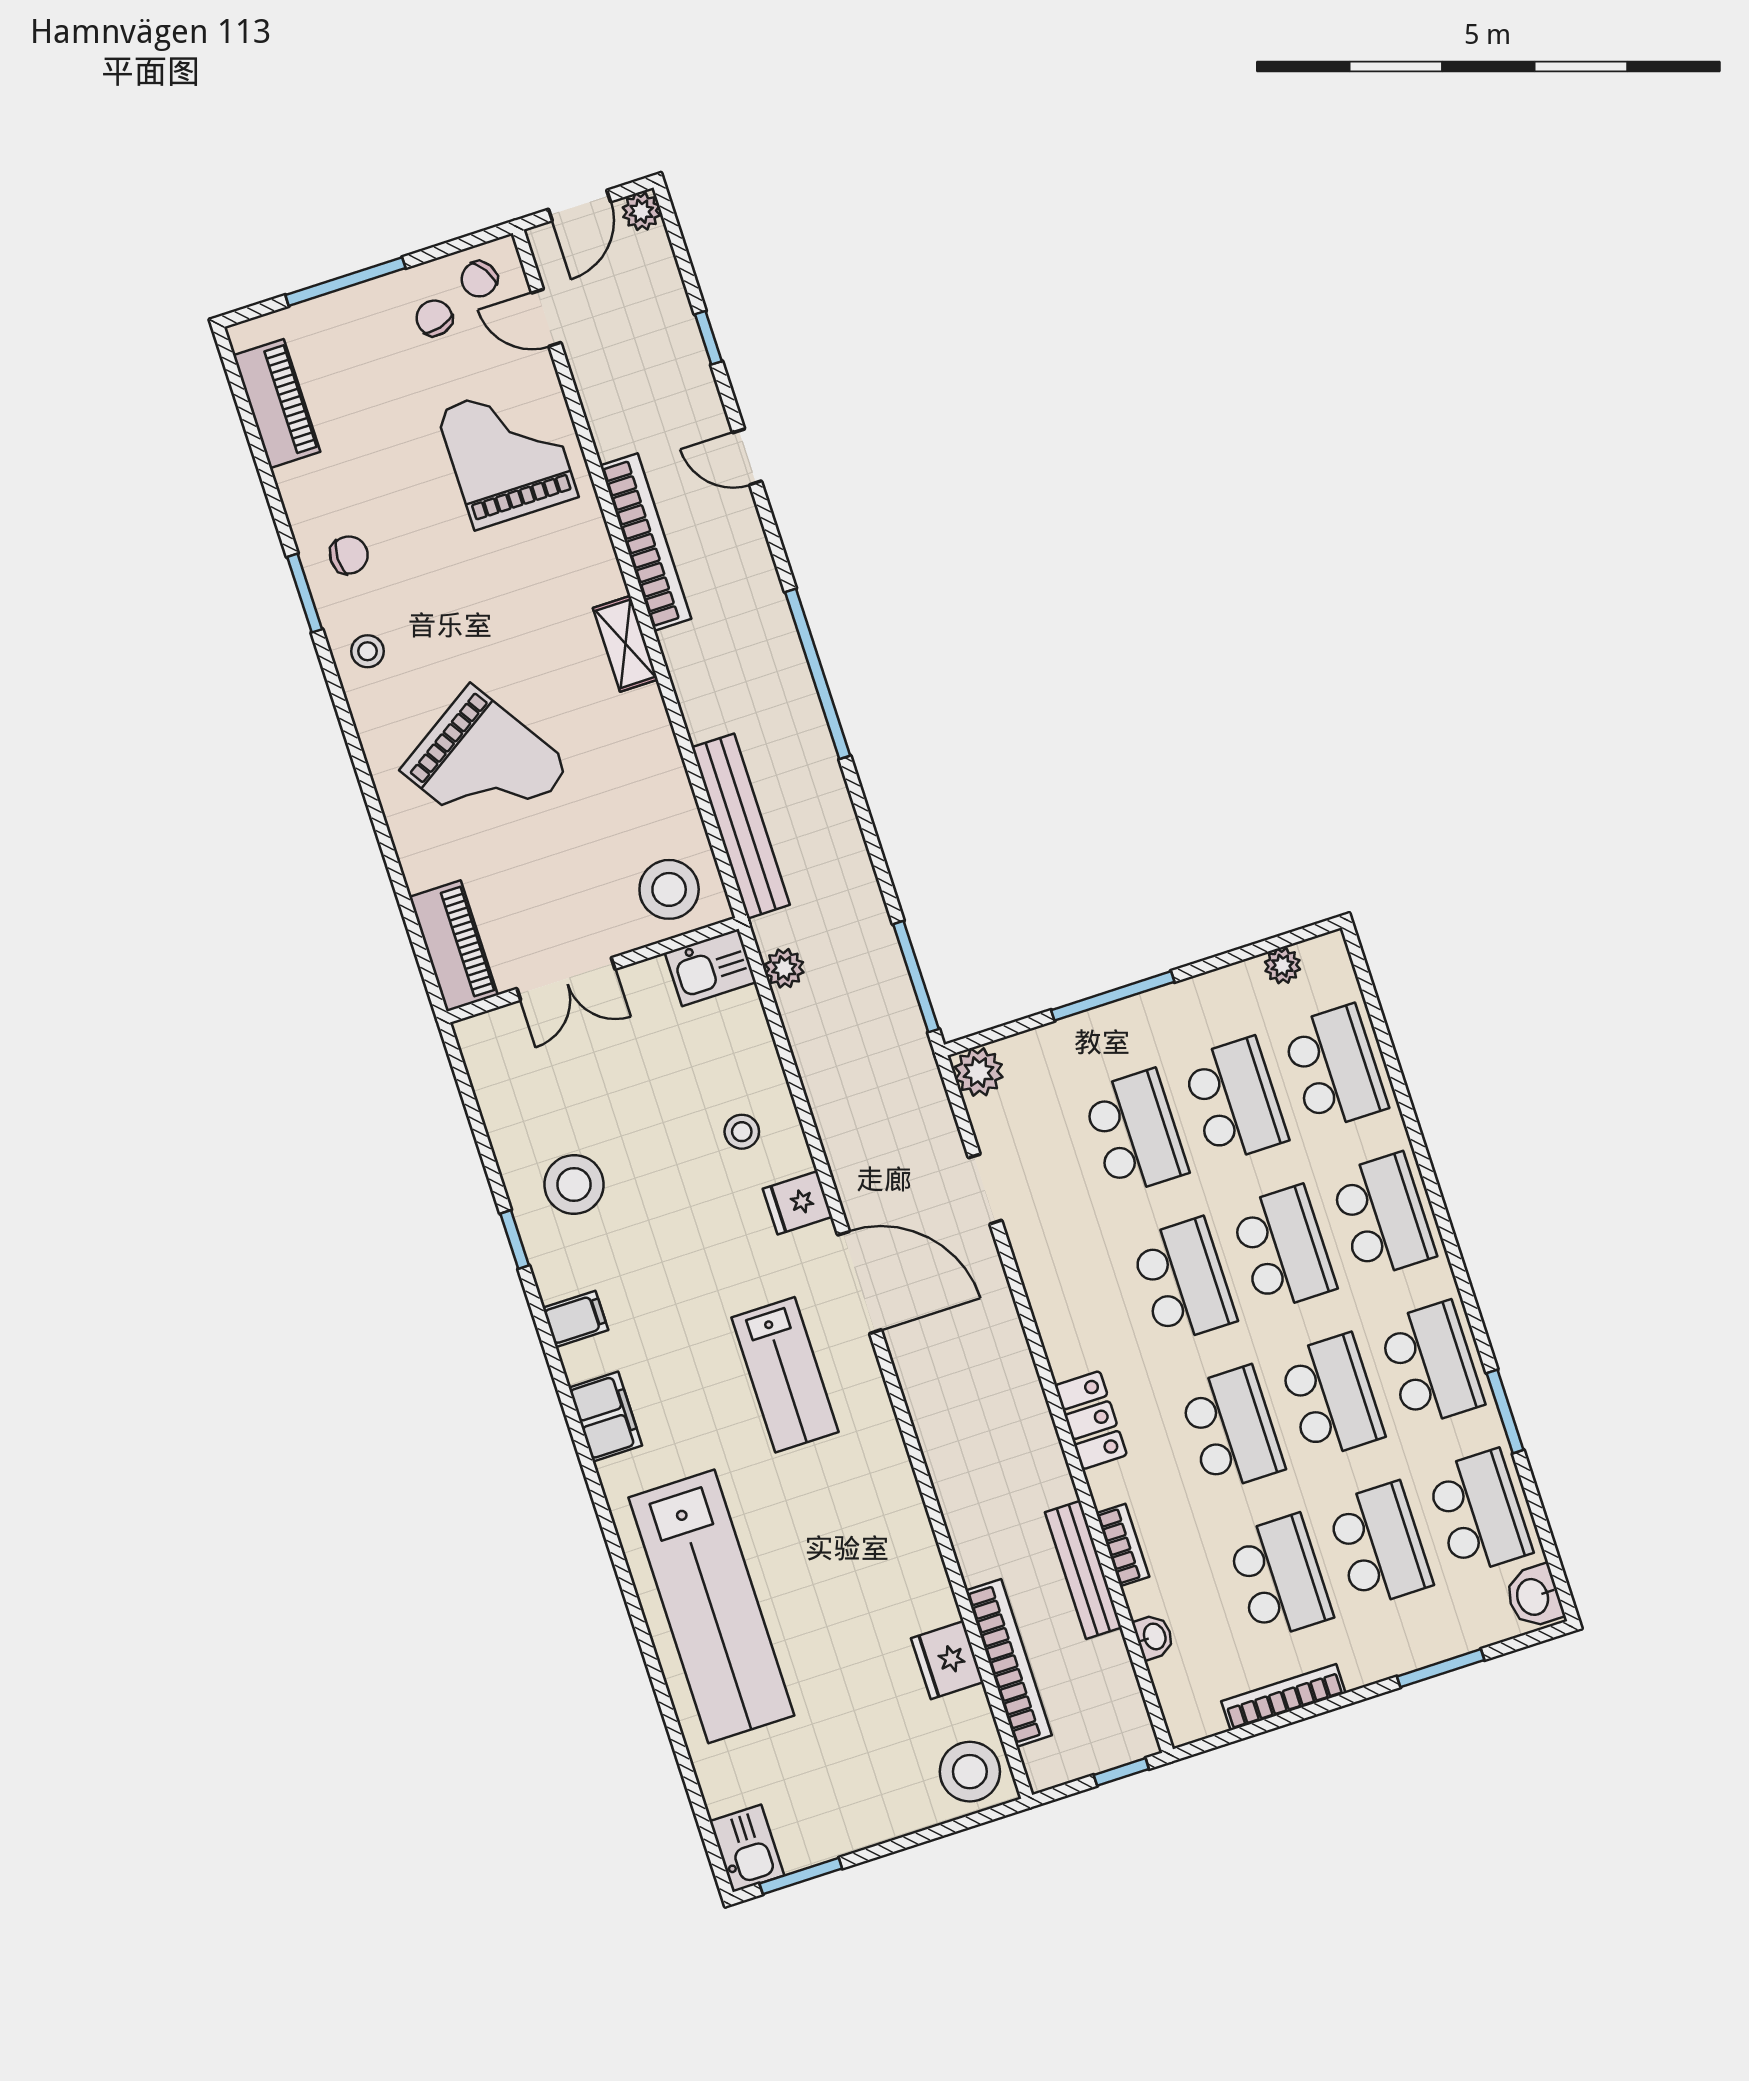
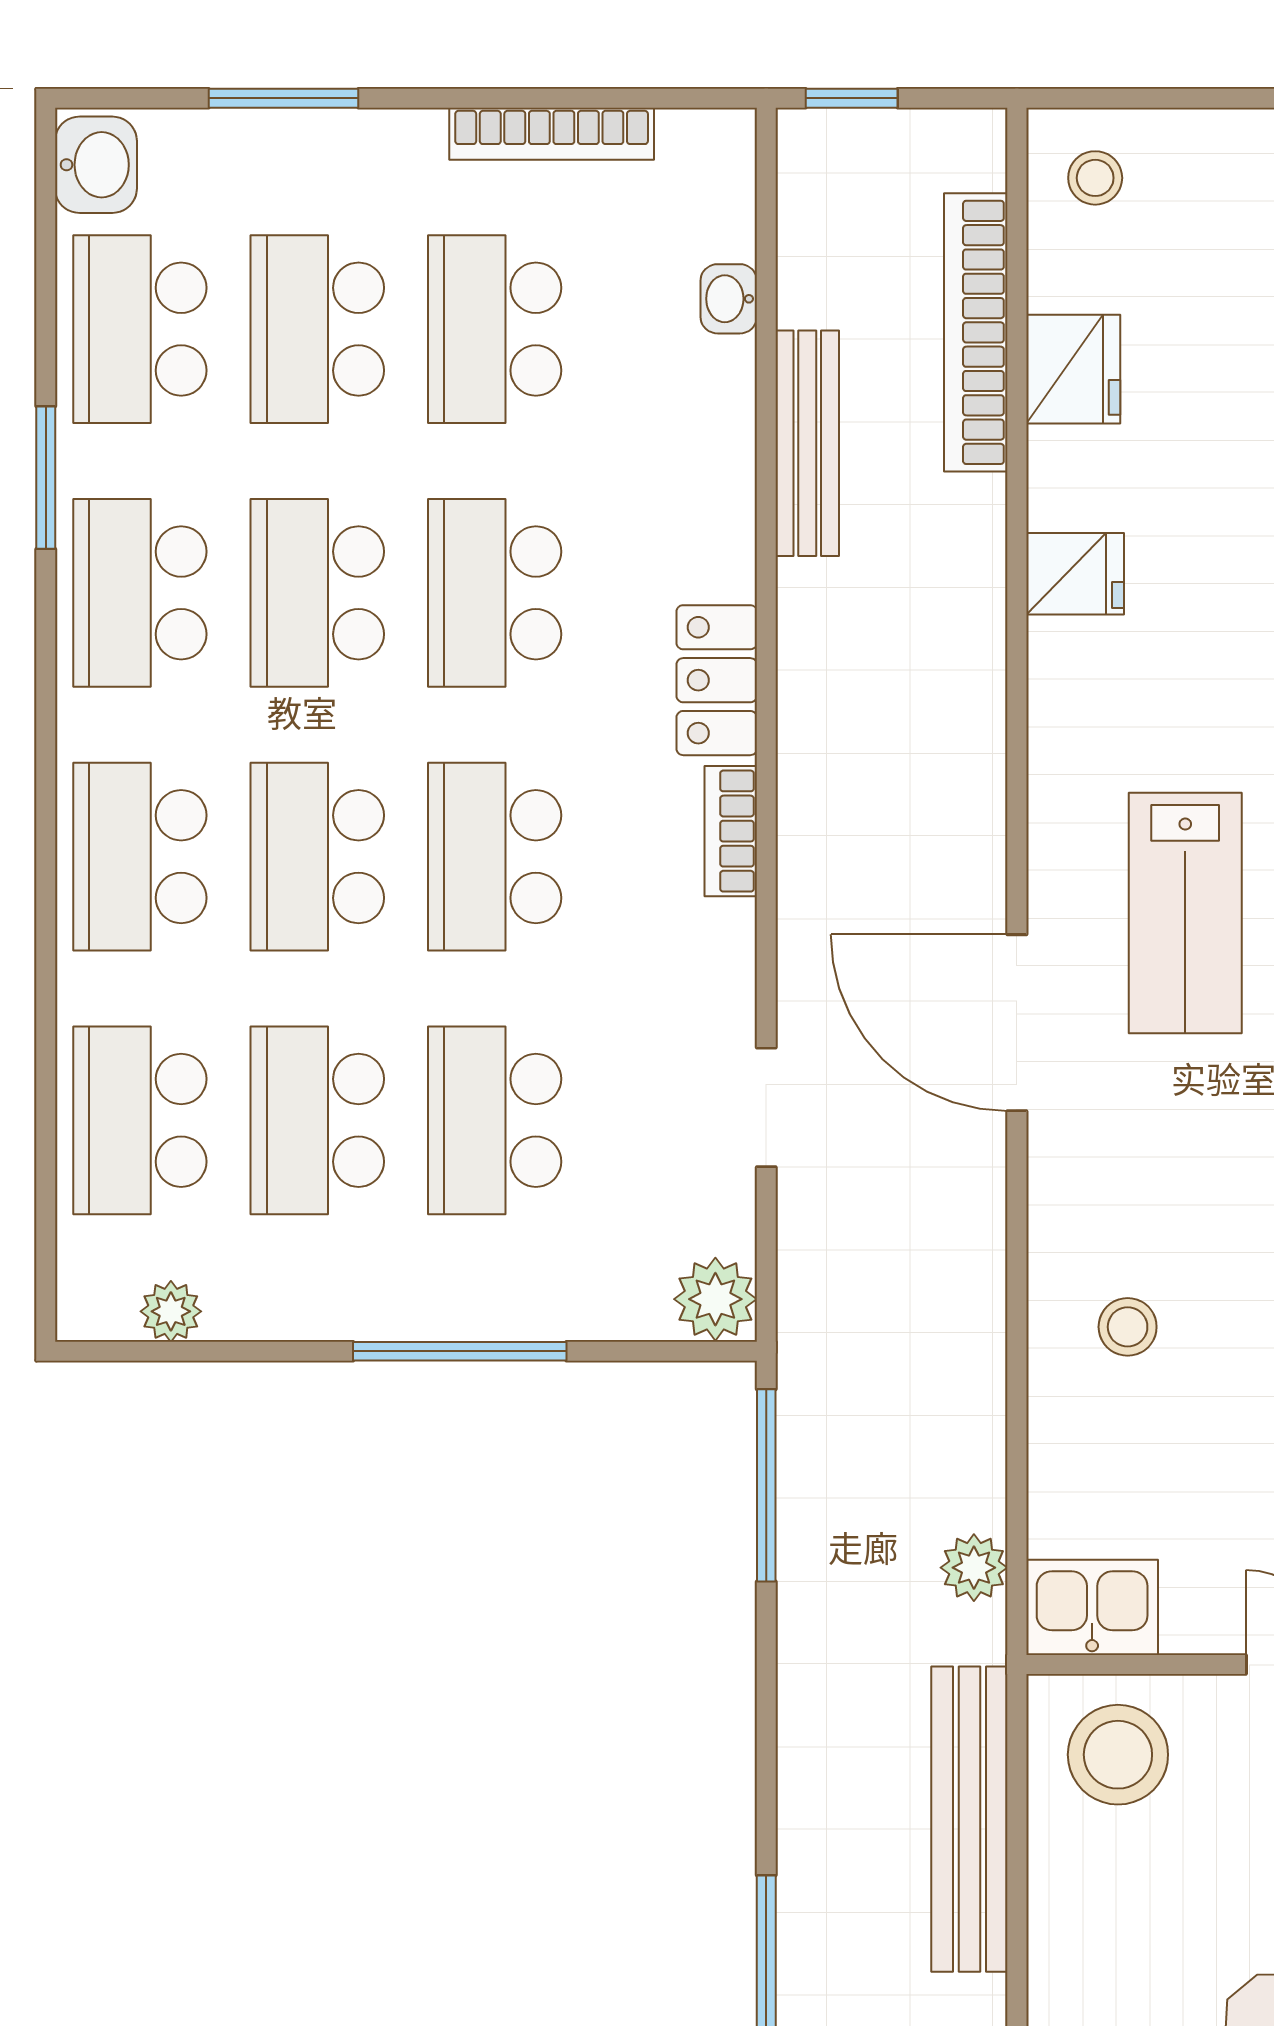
fridge: (798, 1203) -> (1075, 574), moved
lab bench: (785, 1375) -> (1185, 913), turned 180
bookcase: (1123, 1545) -> (731, 831), moved
stool: (970, 1772) -> (1095, 178), width x0.53, depth x0.53

